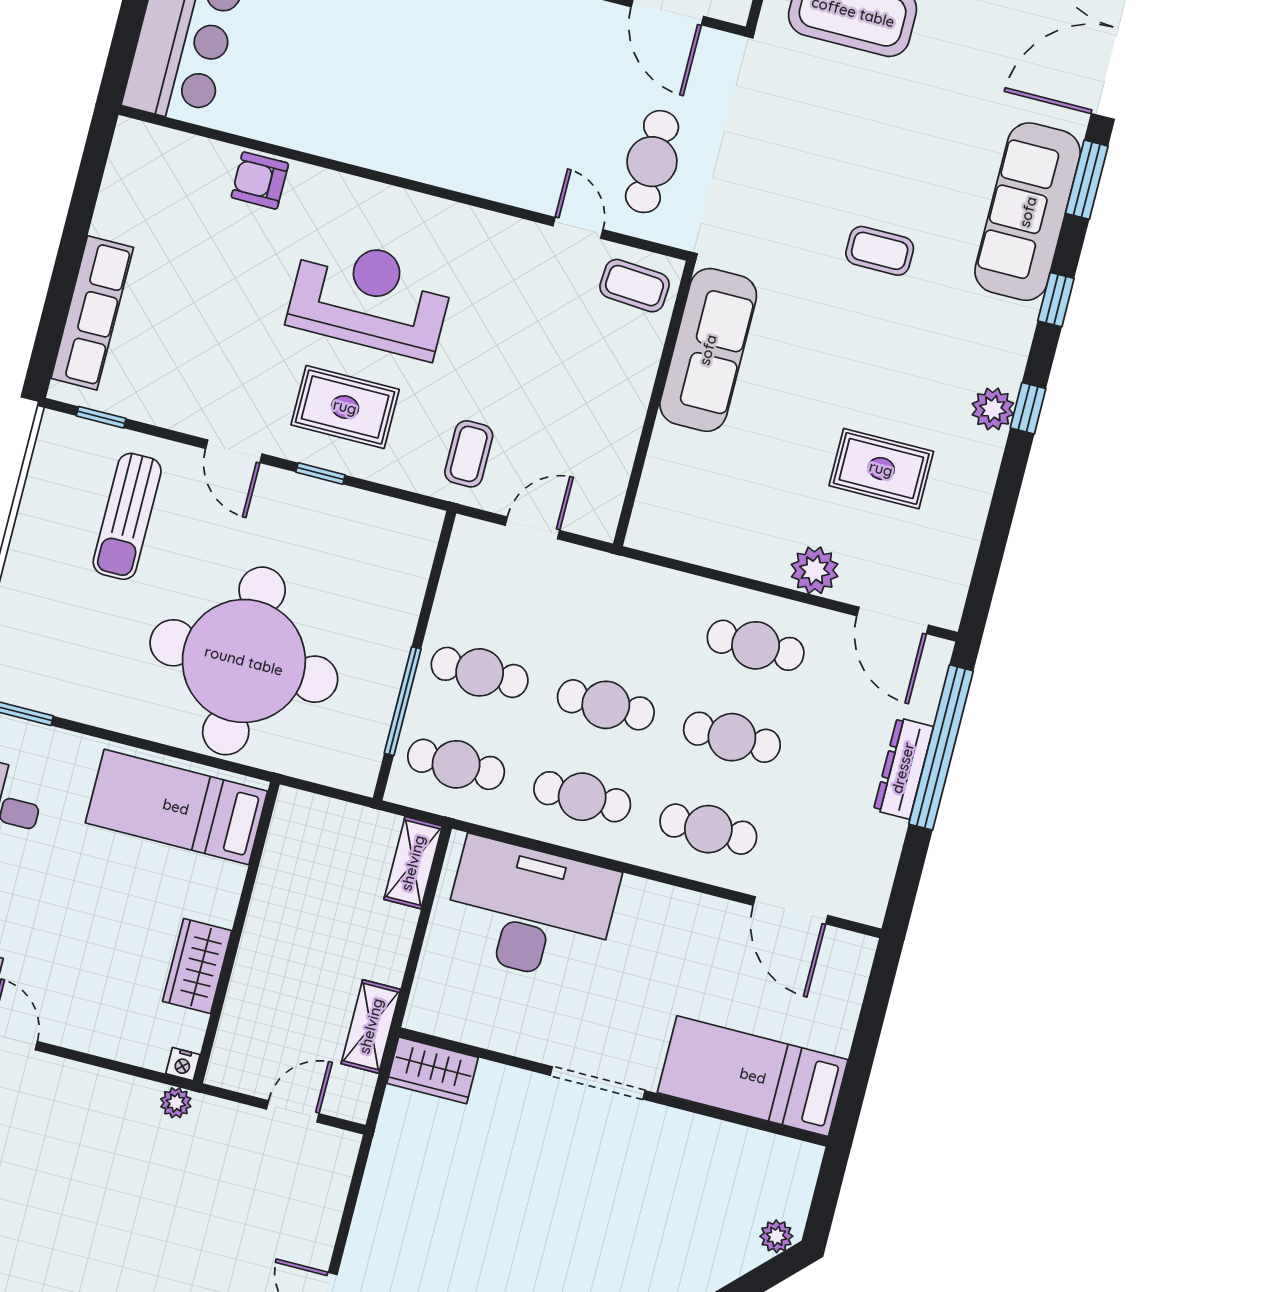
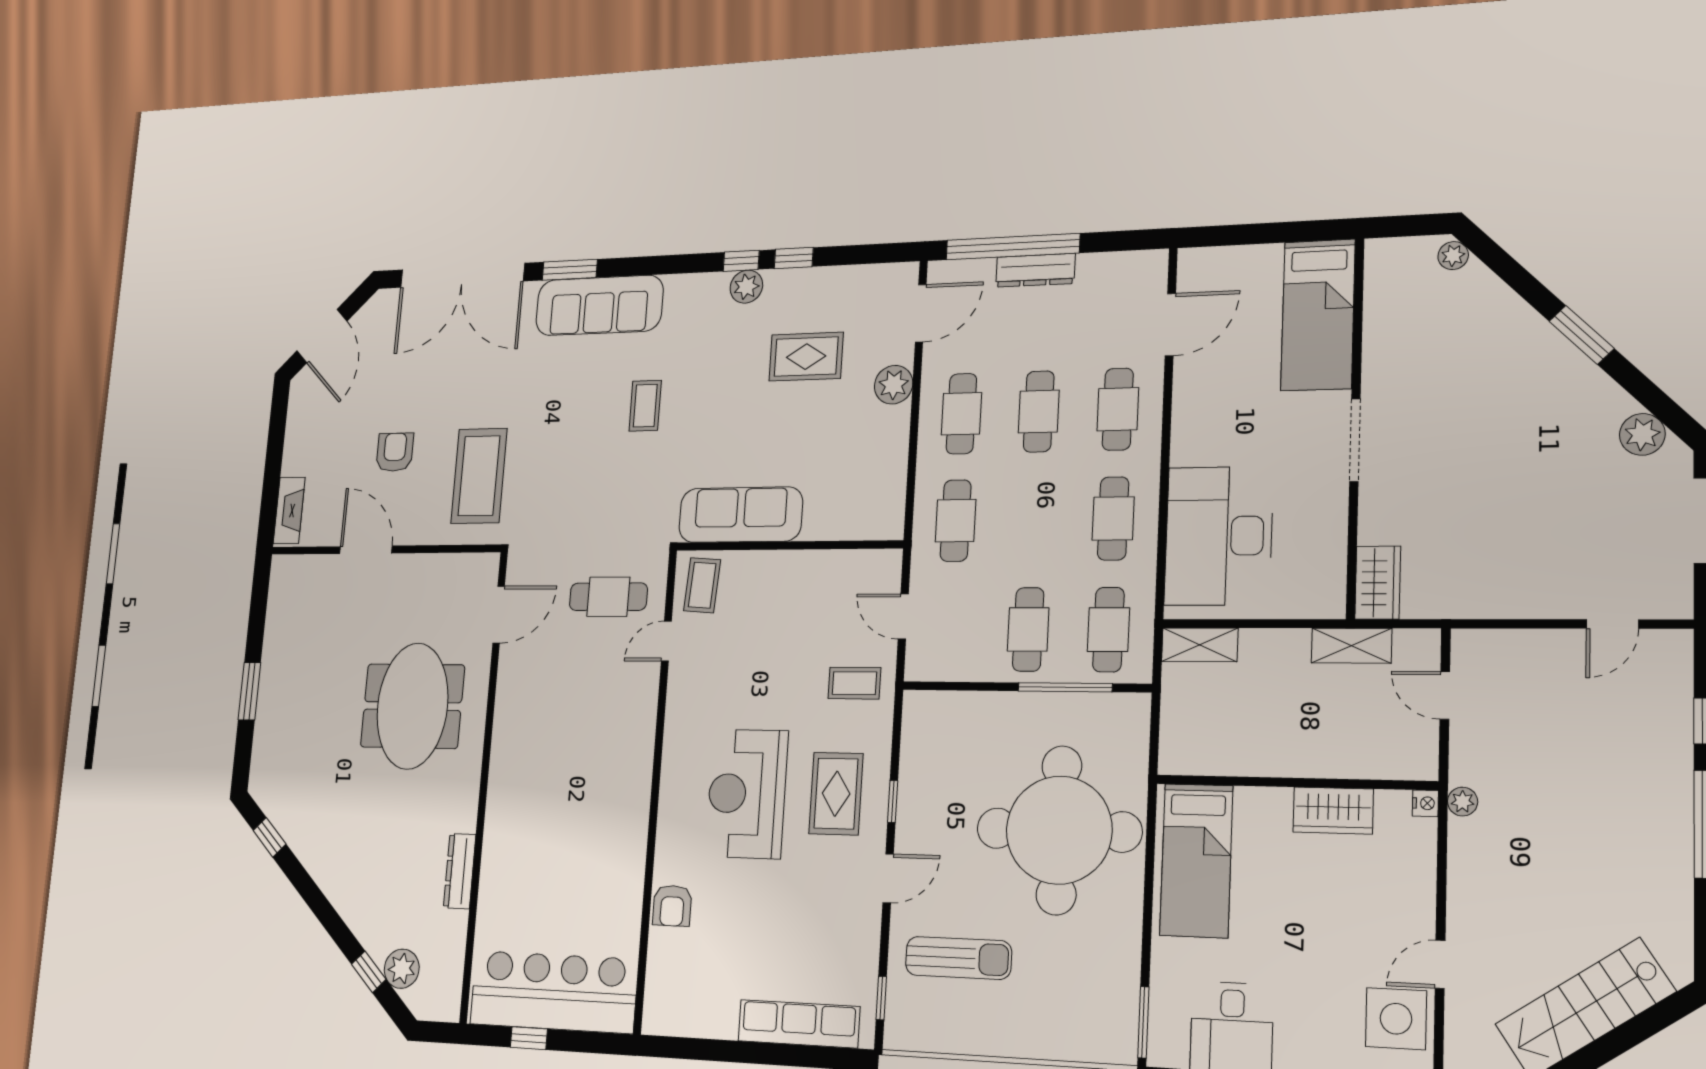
window: (1056, 300) -> (794, 258), moved
rug: (881, 469) -> (806, 357), turned 90
cafe table: (606, 705) -> (956, 521), moved

